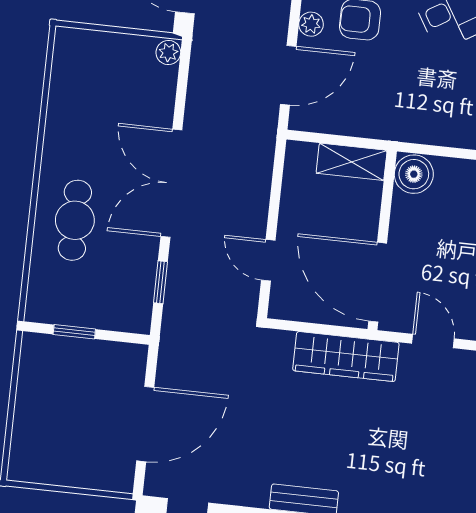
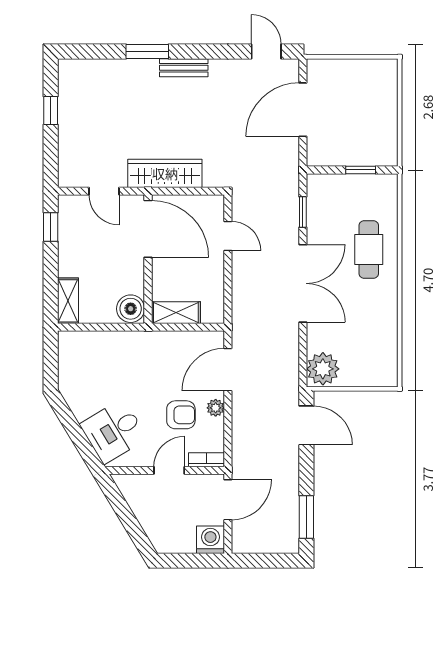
plant: (168, 53) -> (323, 369), width x1.87, depth x1.87

